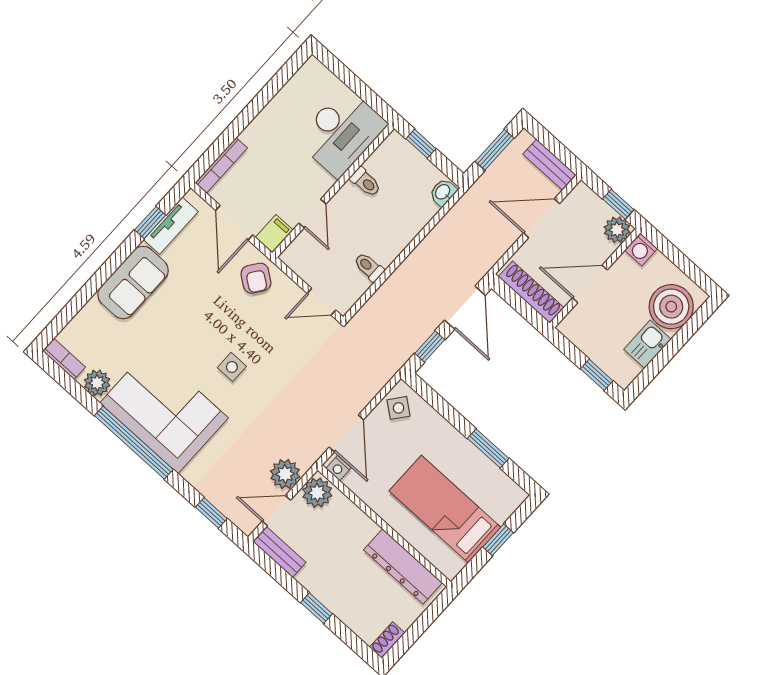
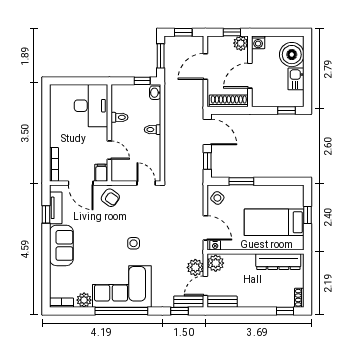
window: (421, 144) -> (142, 81), moved
window: (553, 145) -> (183, 32), added
bench: (550, 165) -> (189, 302), moved
toilet: (369, 267) -> (153, 130), moved
door: (321, 302) -> (146, 183), swing flipped
window: (488, 448) -> (241, 181), moved
window: (316, 608) -> (285, 311), moved

